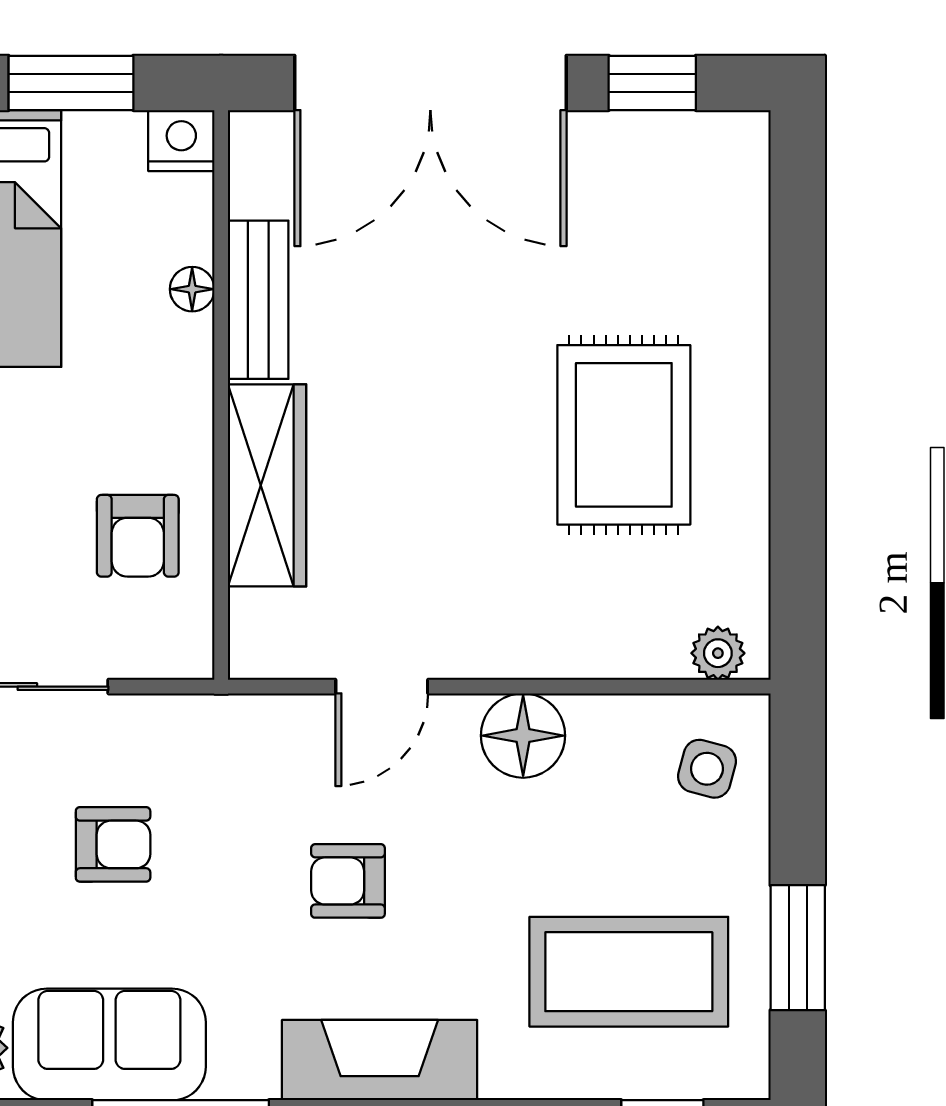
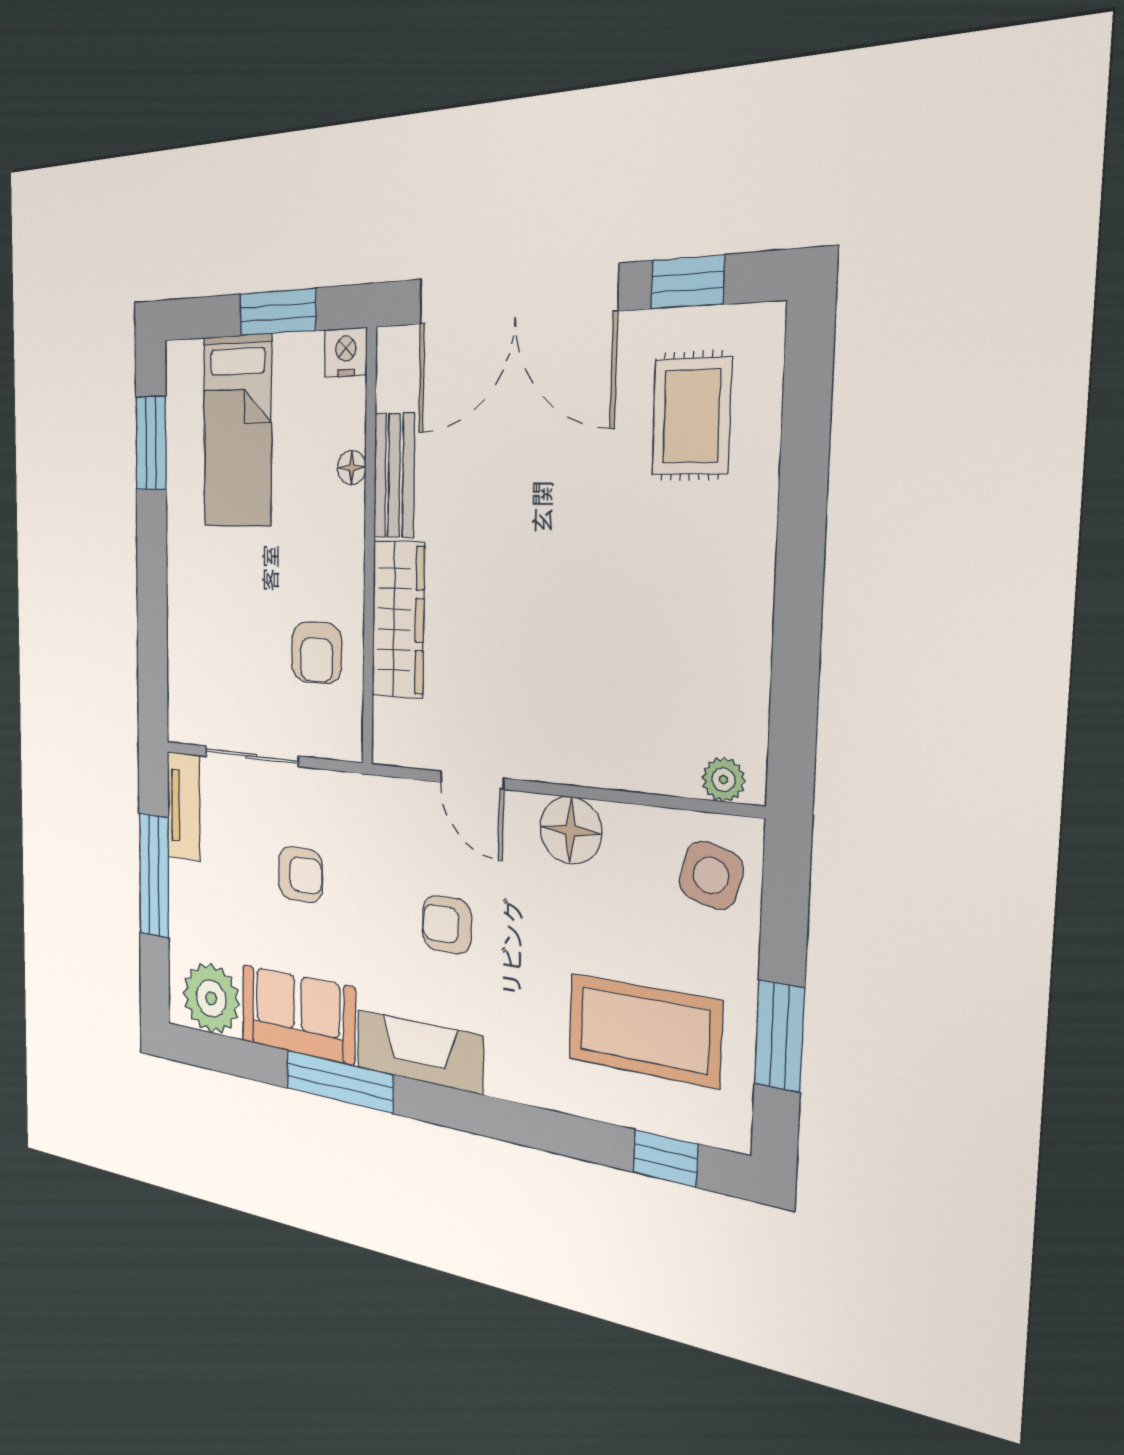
rug: (624, 435) -> (691, 416), moved, width x0.73, depth x0.70
door: (382, 687) -> (472, 780), hinge flipped
side table: (707, 769) -> (711, 875), width x1.37, depth x1.37
fireplace: (380, 1060) -> (419, 1052), moved

